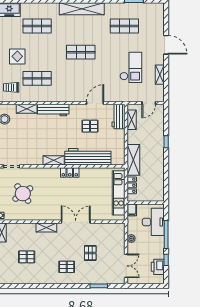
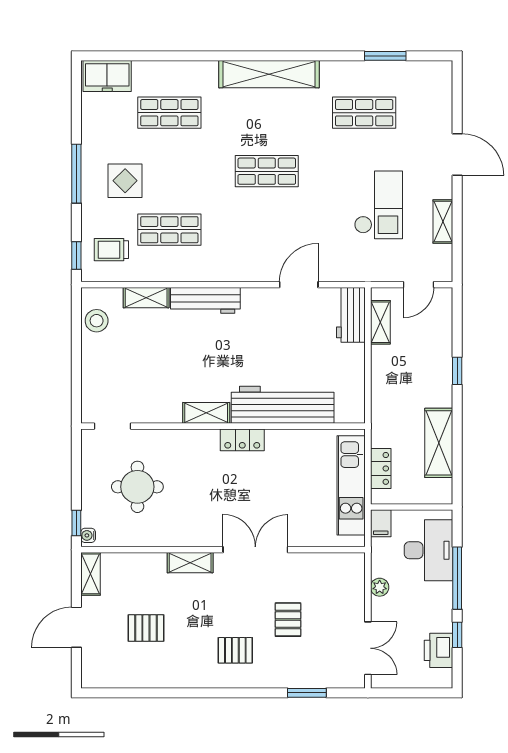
pallet: (90, 126) -> (287, 336), removed
shelving: (133, 160) -> (439, 443), moved
round table: (23, 194) -> (137, 487), turned 36

